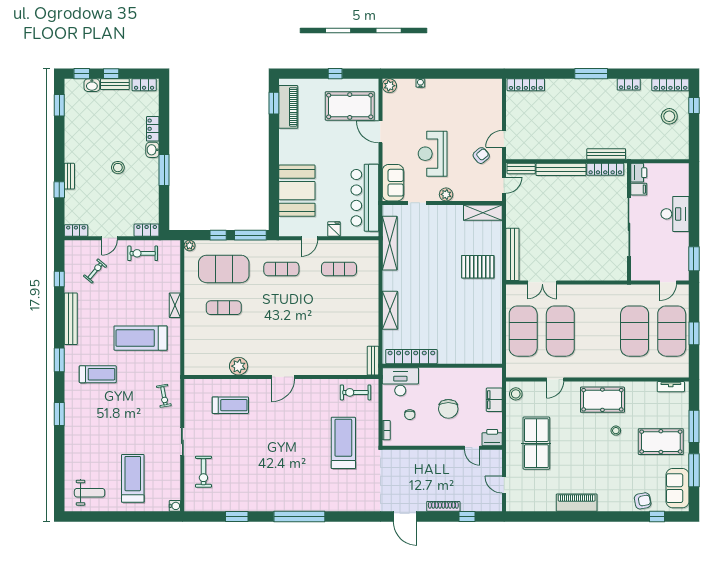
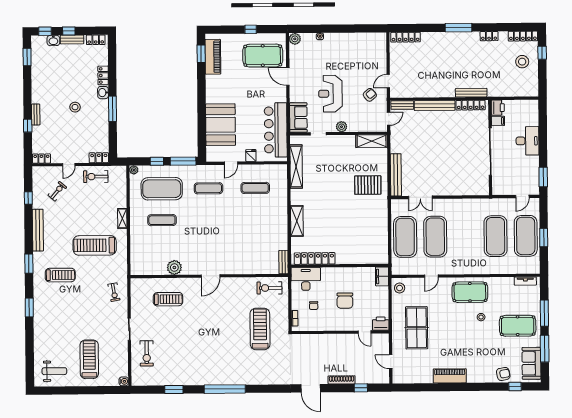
filing cabinet: (494, 400) -> (382, 276), moved

